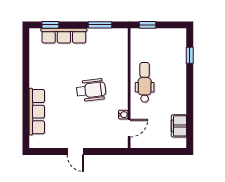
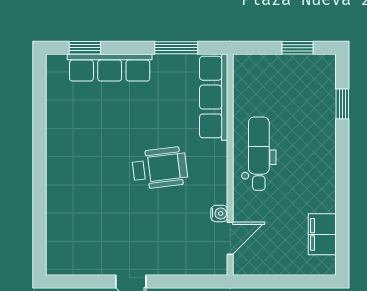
window: (147, 25) -> (298, 48), moved
row of seats: (37, 112) -> (214, 97), moved, turned 180

